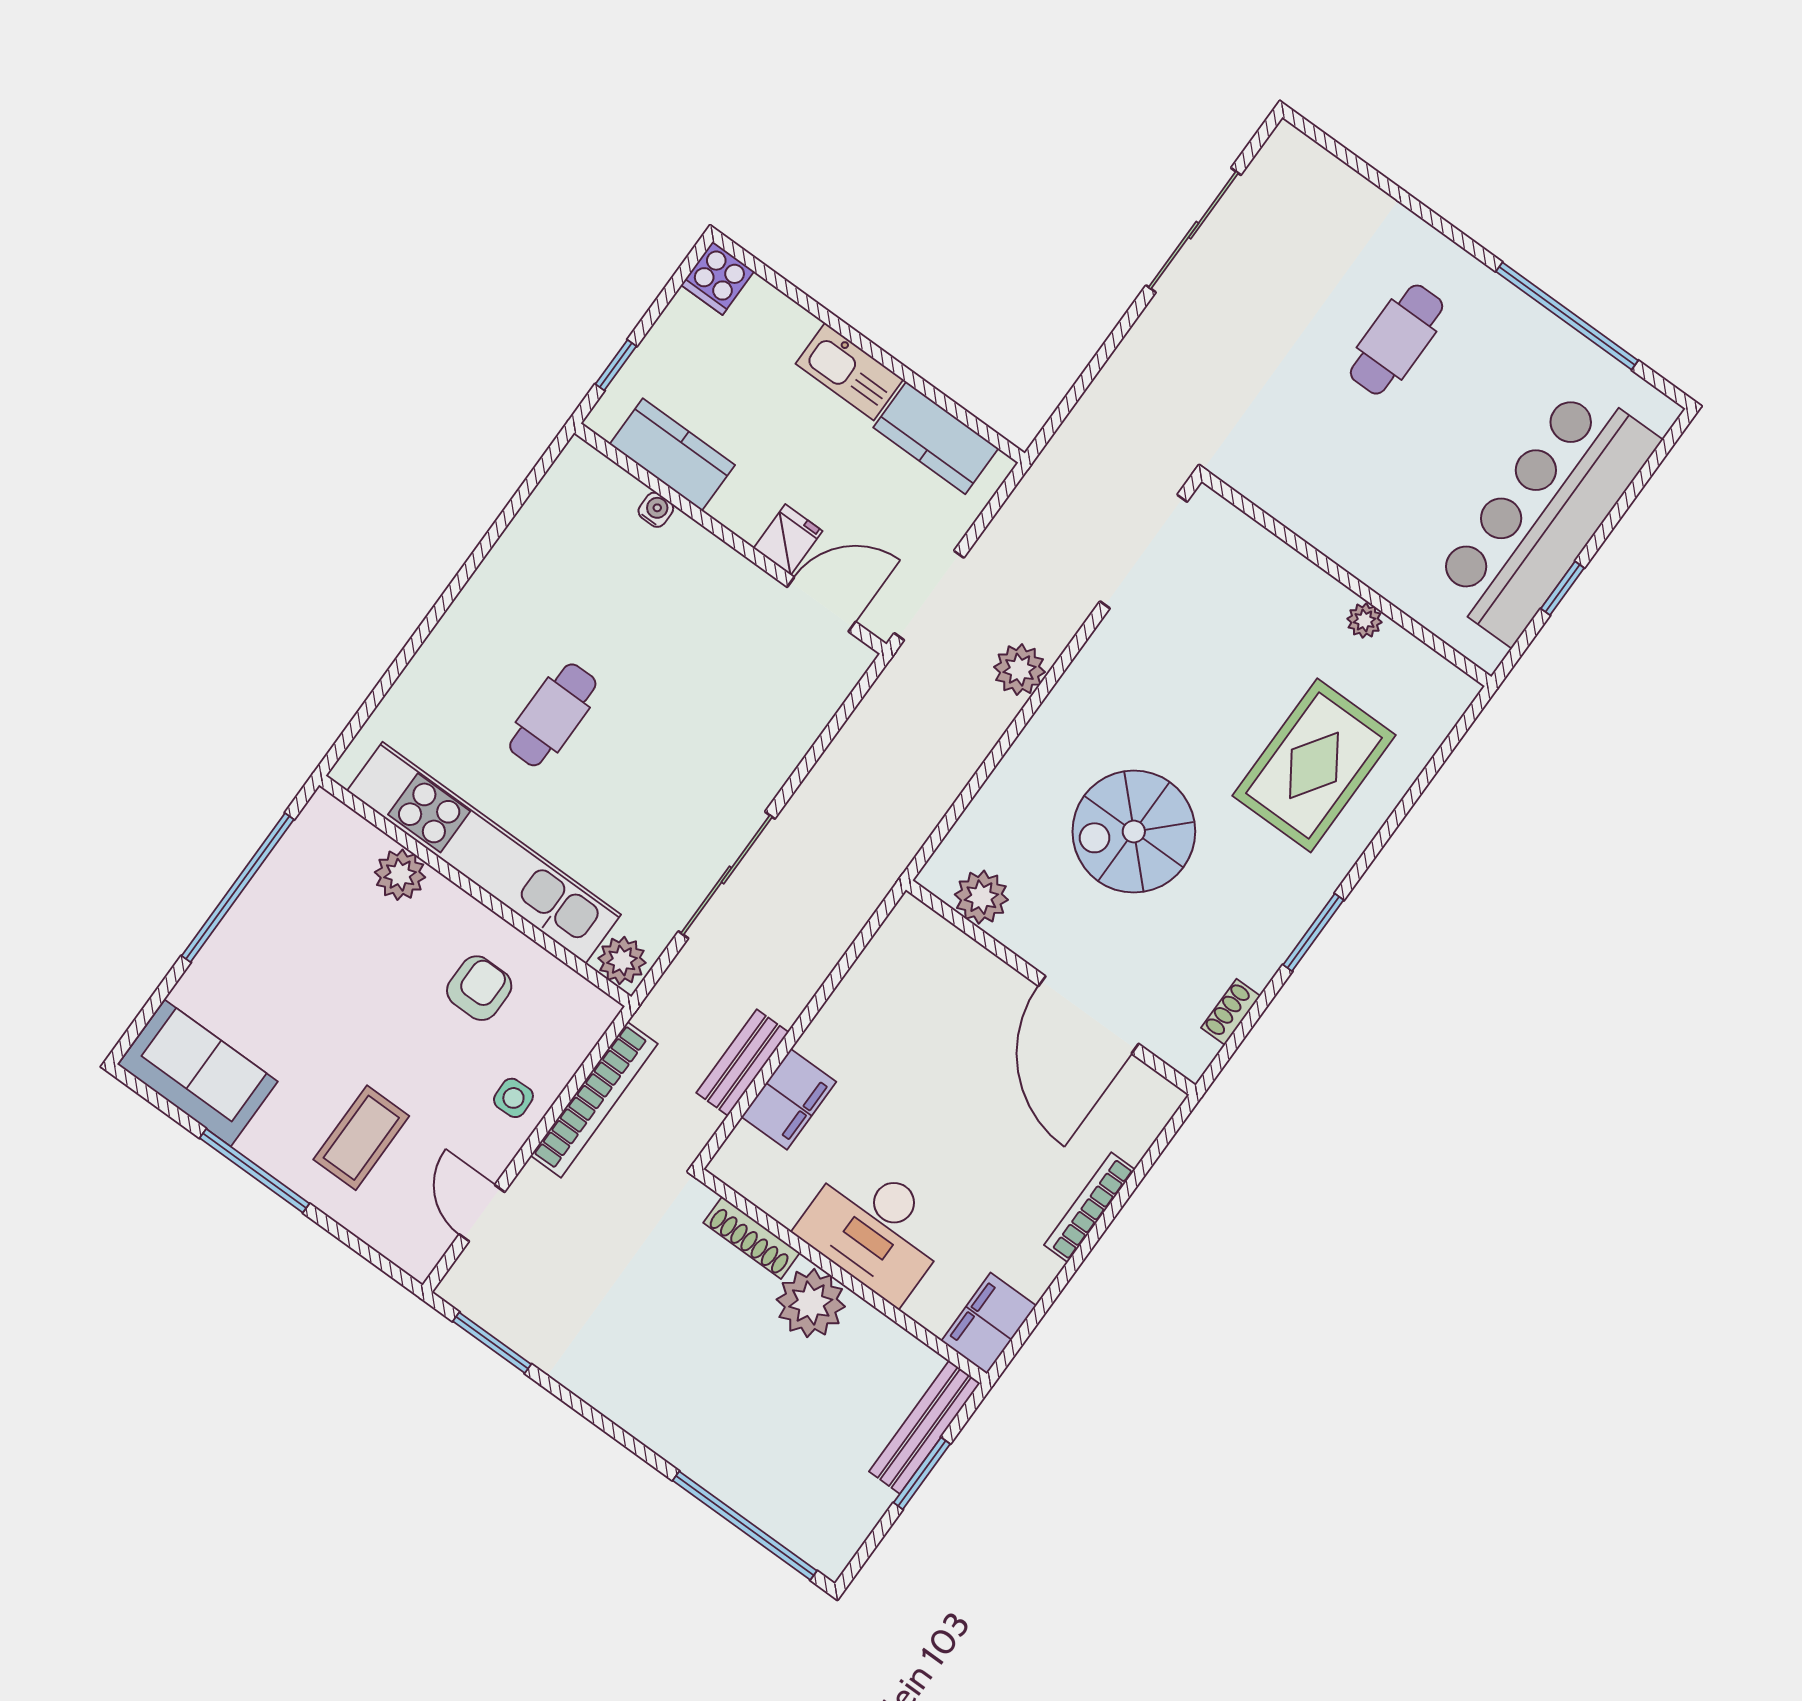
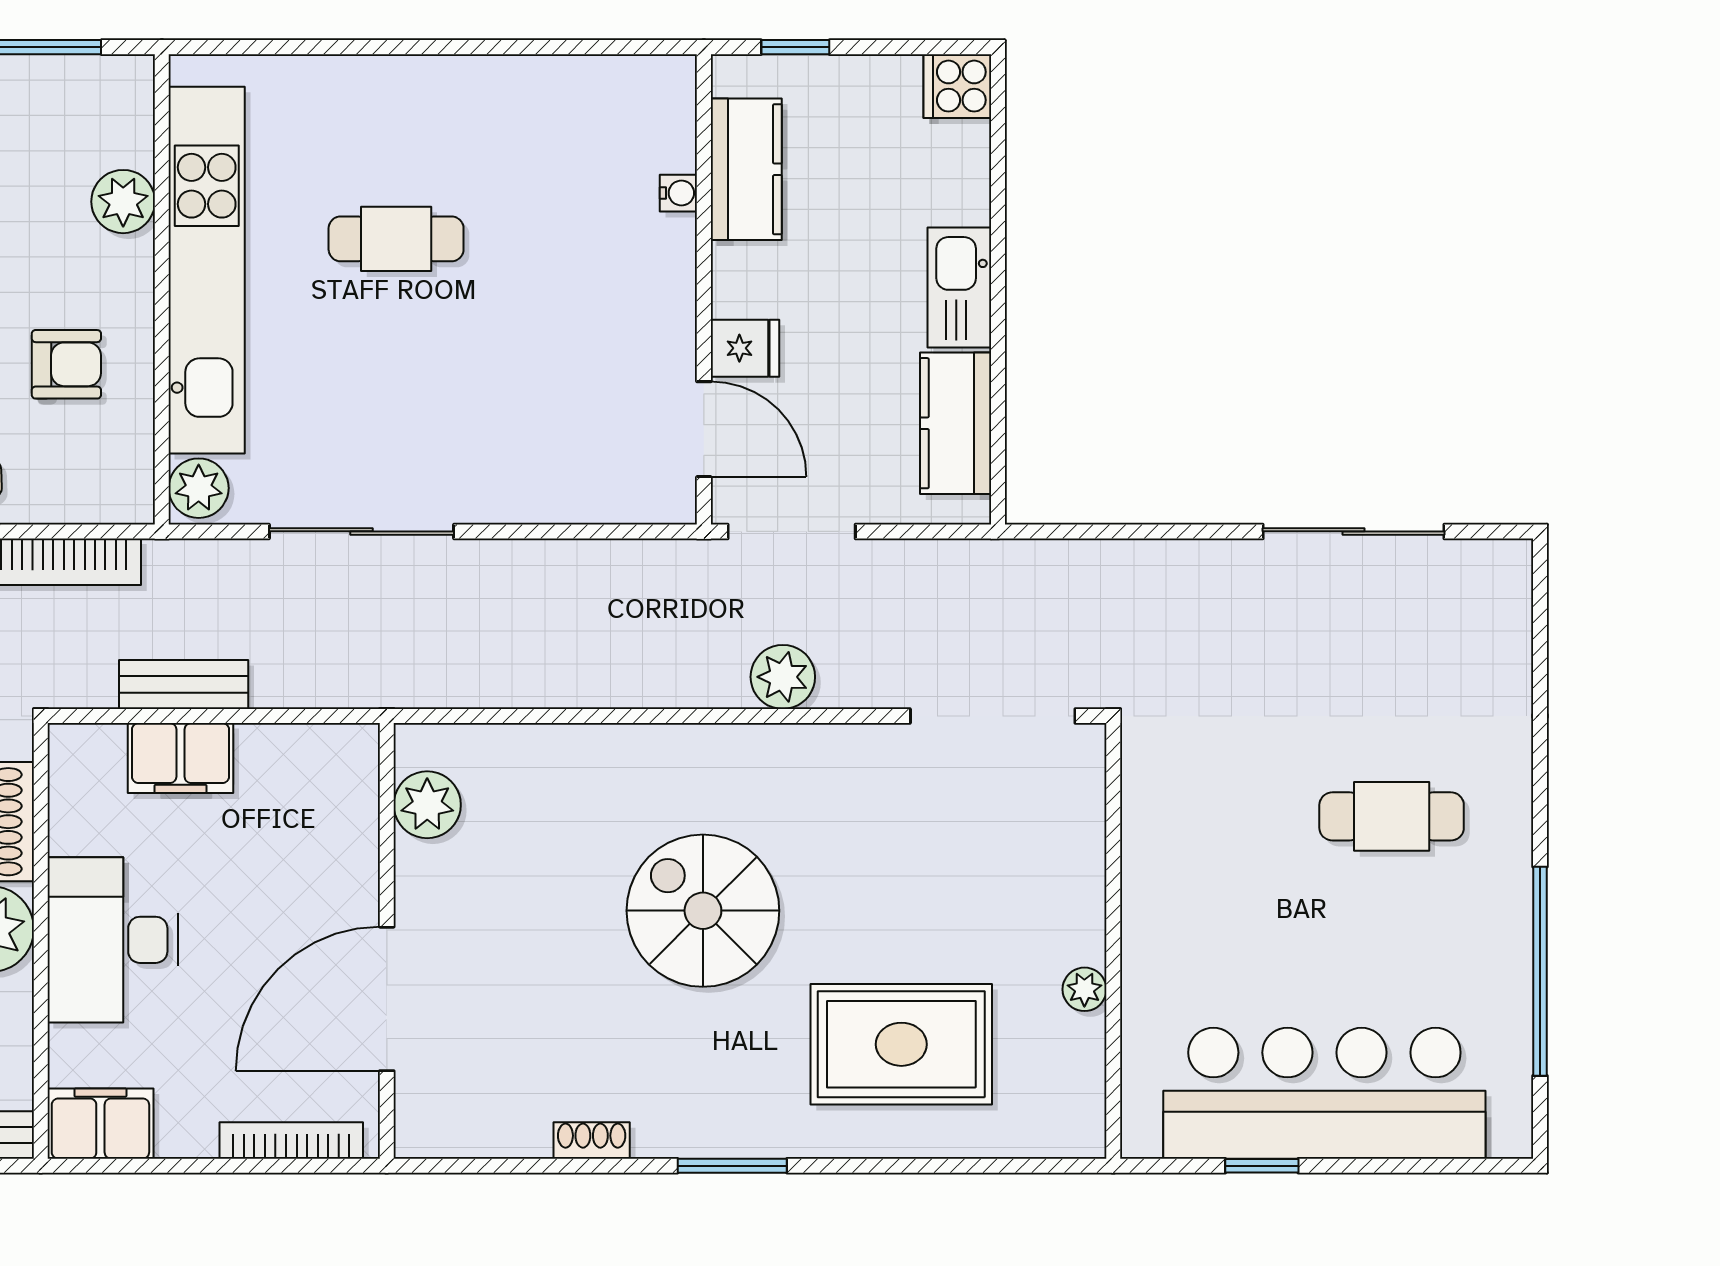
plant: (981, 897) -> (427, 805), moved
wall: (1051, 988) -> (387, 941), moved
door: (1089, 1015) -> (387, 999), moved

